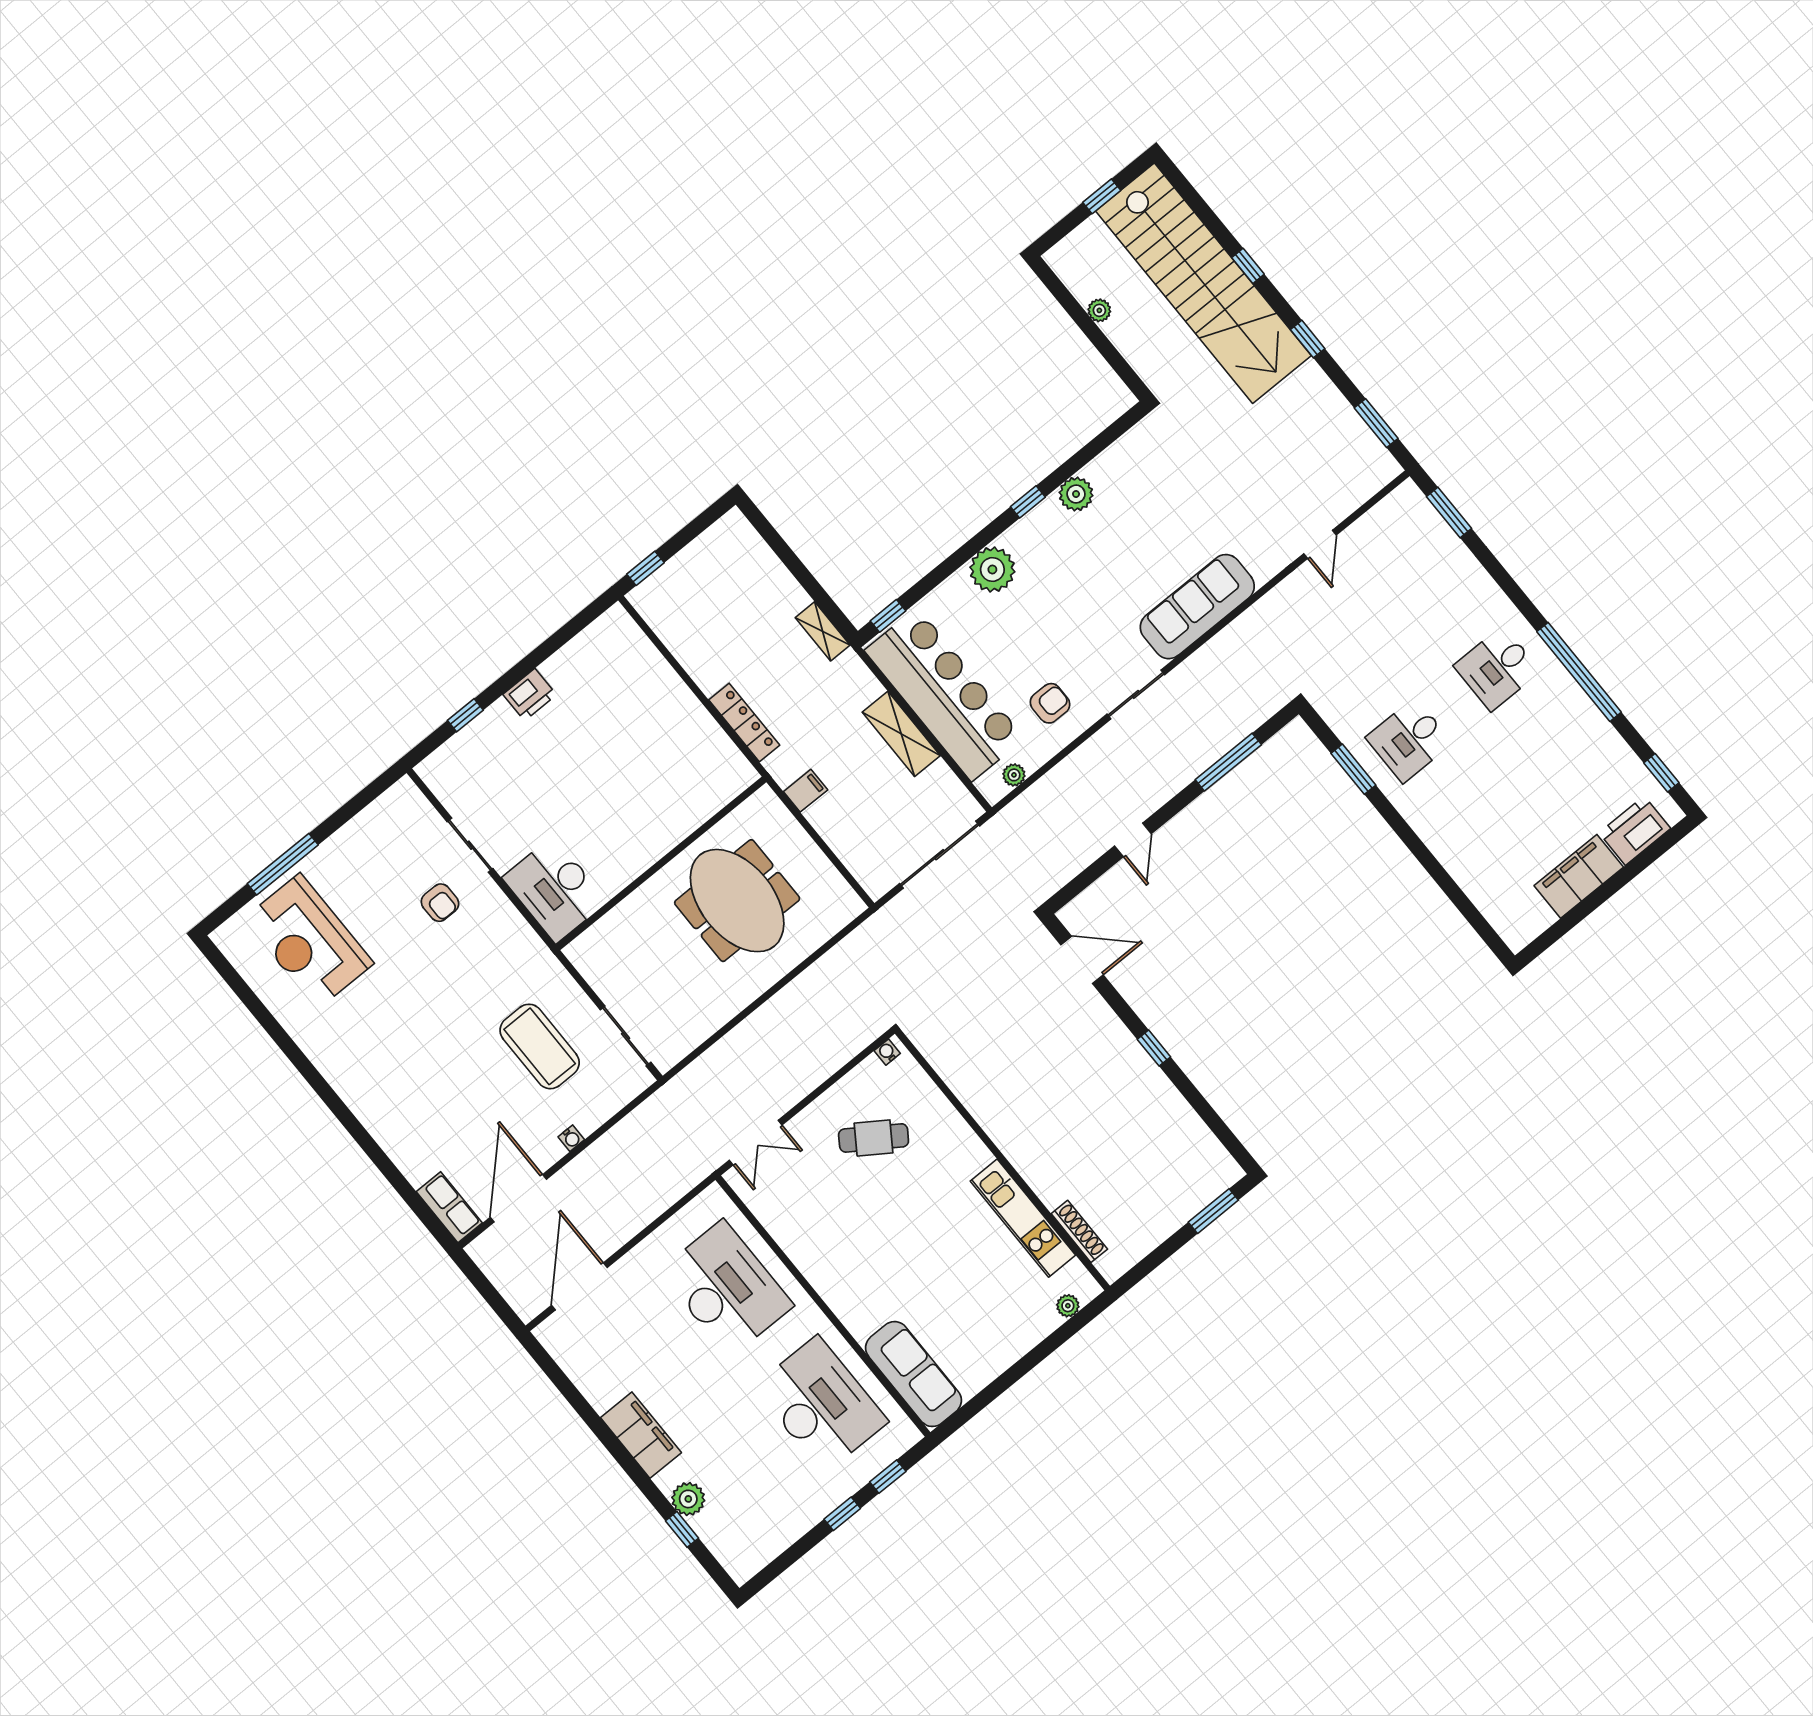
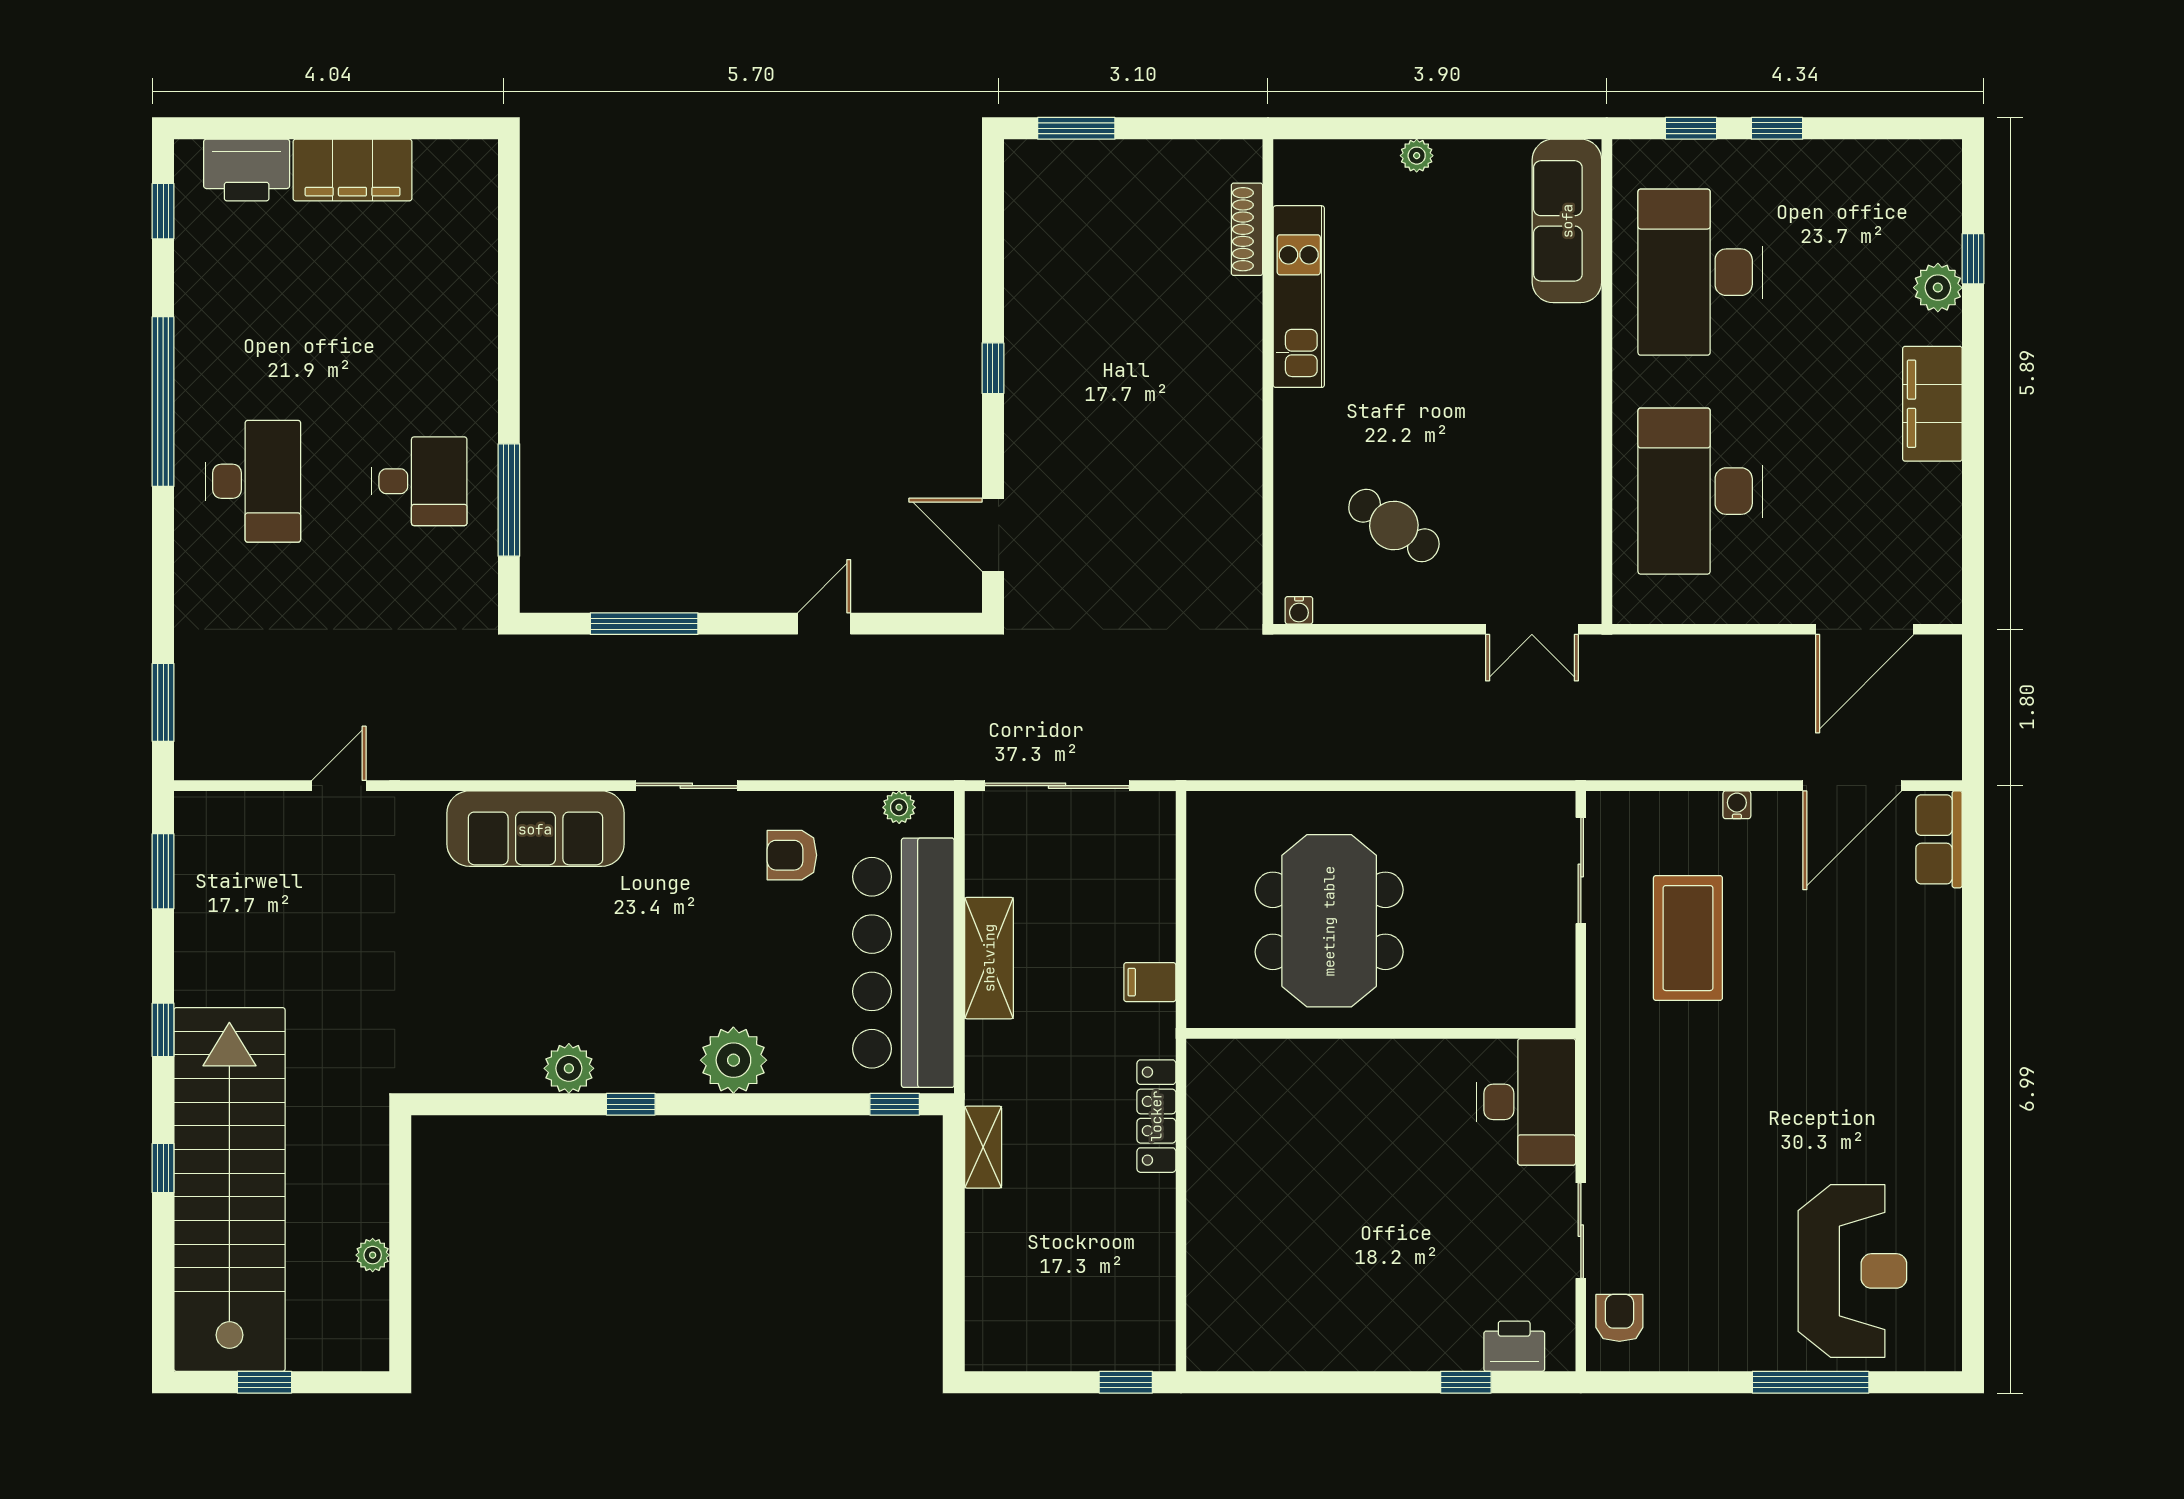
desk: (1497, 668) -> (253, 481), width x1.37
printer: (530, 695) -> (1514, 1346), moved
window: (1353, 769) -> (509, 500), width x1.44
armchair: (440, 903) -> (1619, 1318), moved
double door: (756, 1143) -> (1532, 629), swing flipped
plant: (1068, 1306) -> (1417, 156), moved

